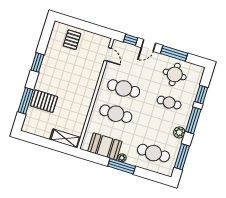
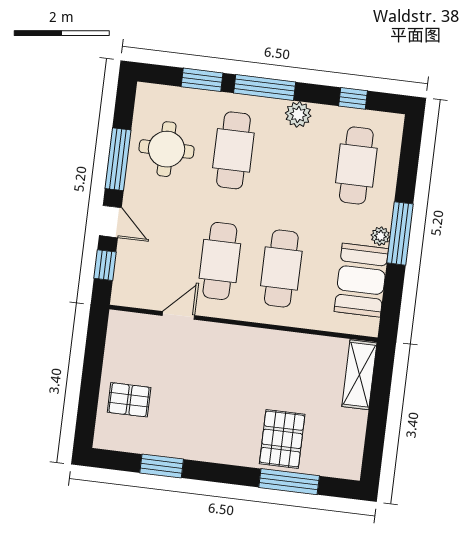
door: (108, 54) -> (178, 315), moved
window: (37, 62) -> (162, 466), moved
cafe table: (169, 102) -> (233, 150), width x1.37, depth x1.35
window: (182, 157) -> (353, 98), width x0.46

